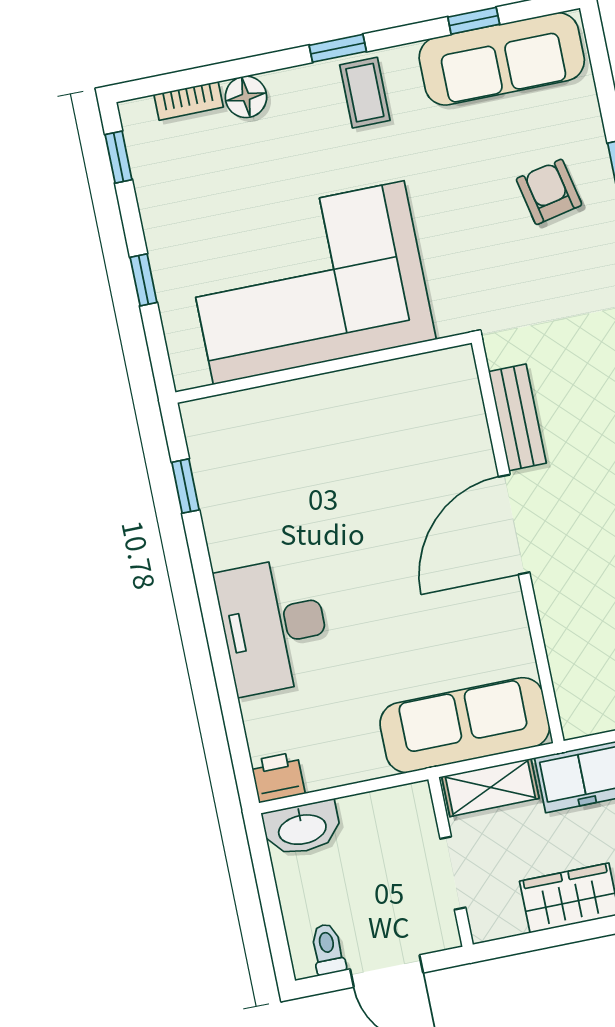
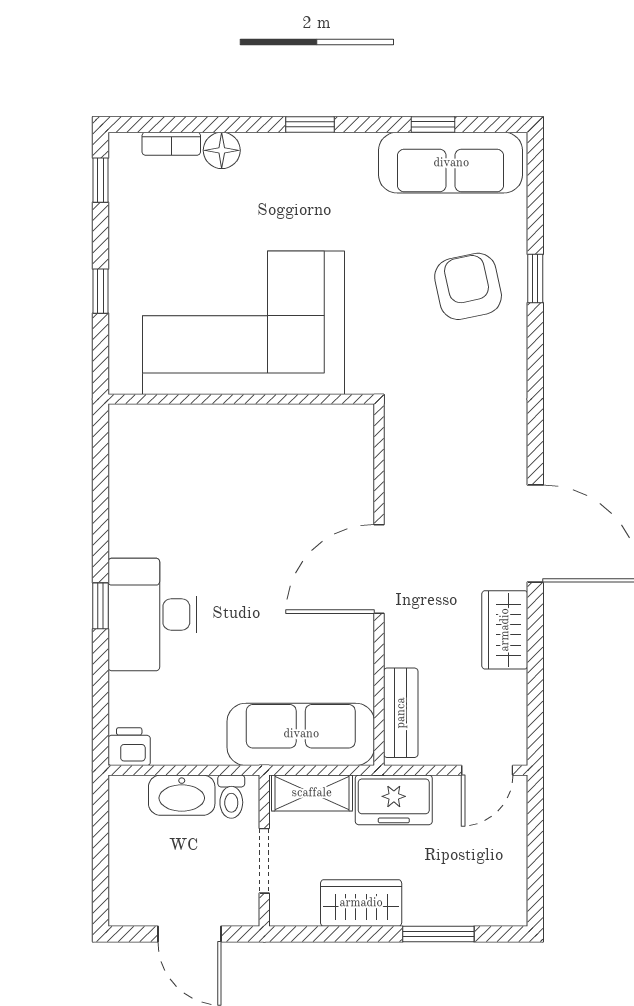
coffee table: (365, 93) -> (326, 168), removed
armchair: (549, 192) -> (468, 286), width x1.38, depth x1.38
bench: (517, 417) -> (401, 713), moved
window: (185, 486) -> (101, 606), moved
washbasin: (302, 828) -> (182, 795), moved
toilet: (328, 949) -> (231, 797), moved, turned 180

